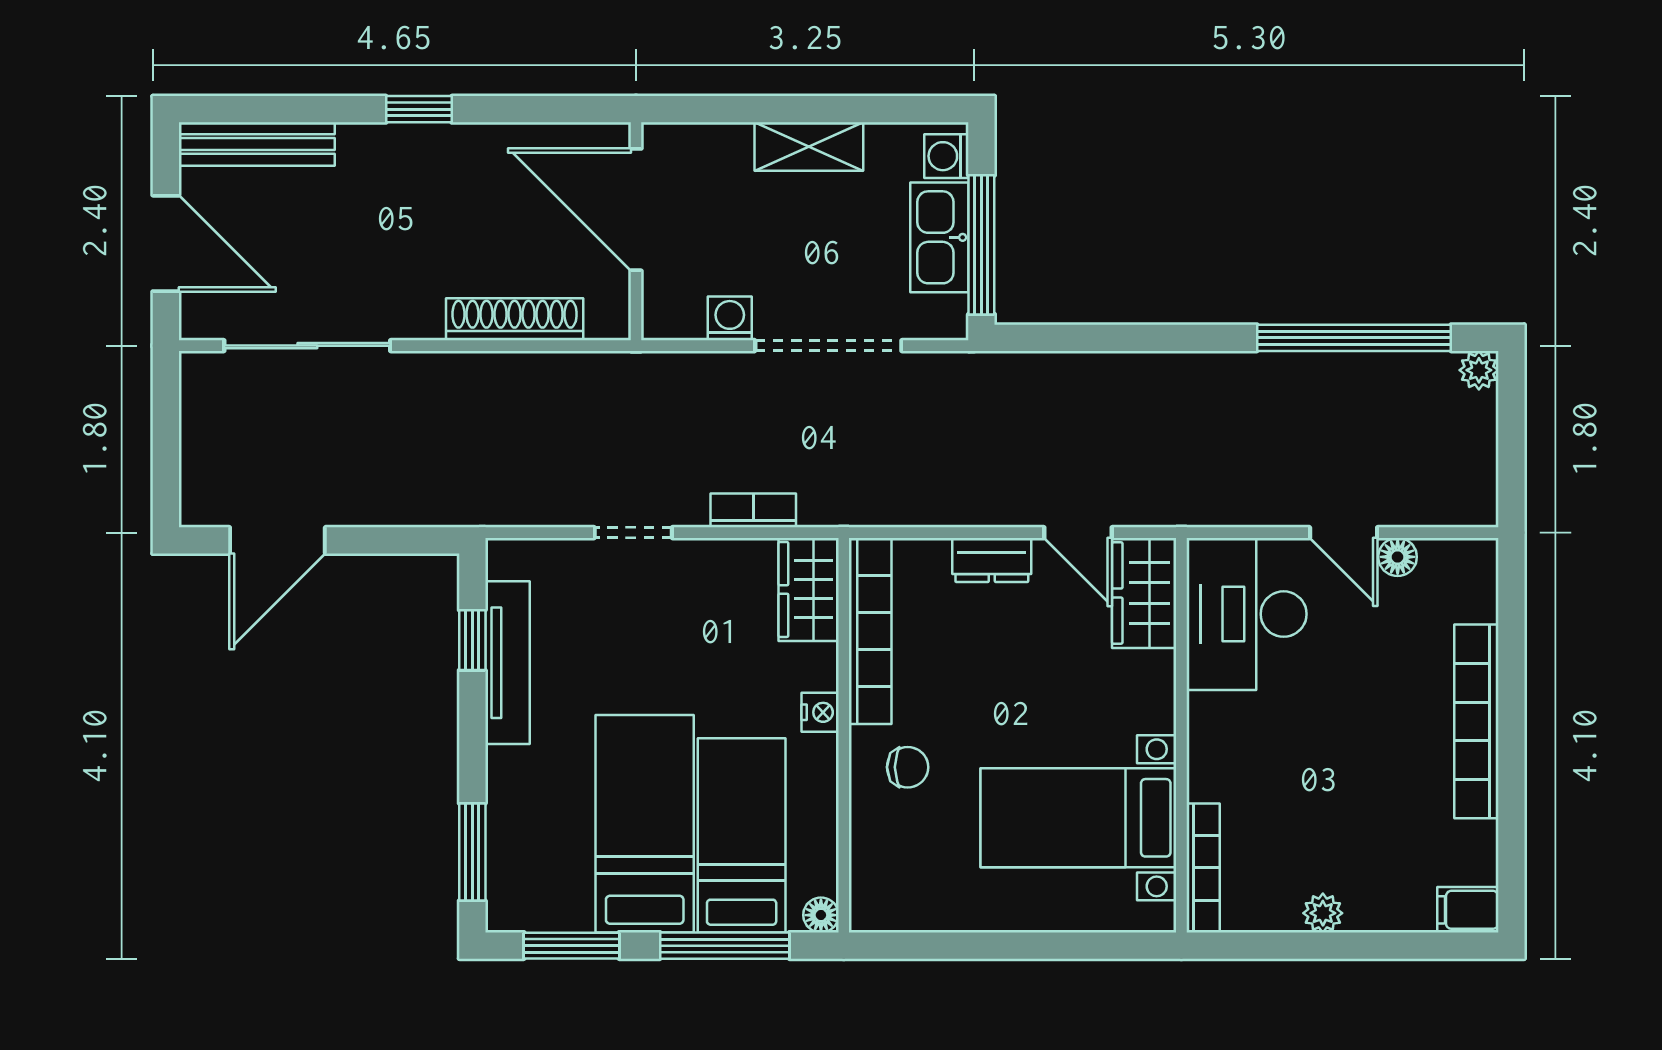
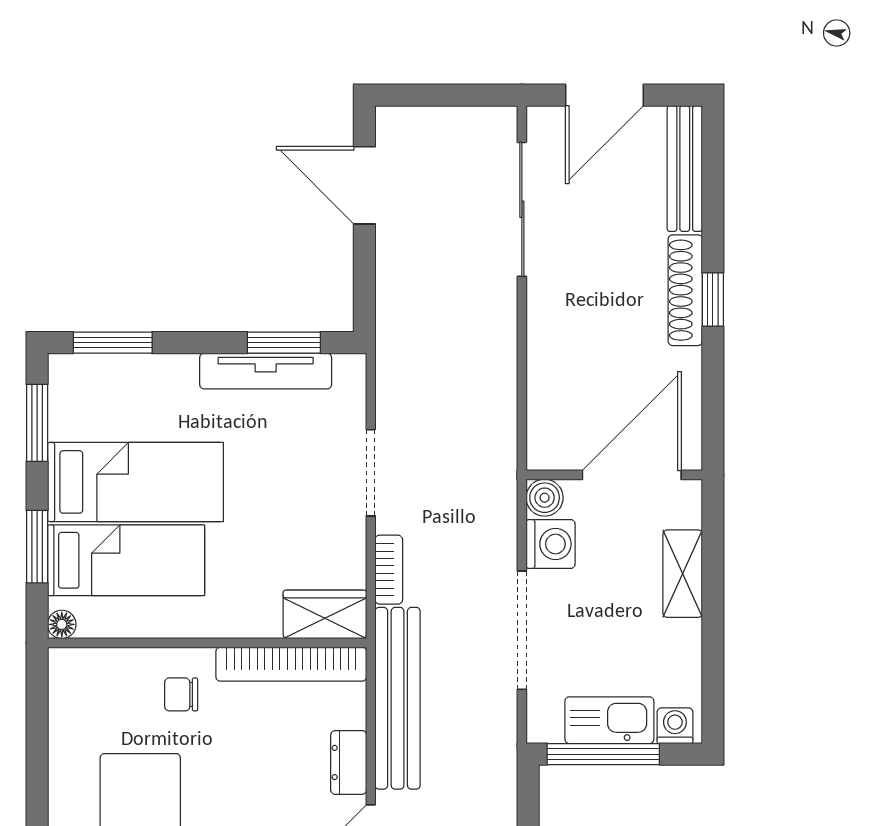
shelving: (809, 147) -> (683, 574), moved
boiler: (664, 317) -> (545, 498), added
washing machine: (730, 318) -> (551, 544), width x1.38, depth x1.38
shoe rack: (515, 319) -> (685, 290), moved, turned 180
bench: (912, 499) -> (398, 698), added
doorway: (633, 533) -> (371, 473), width x1.38
window: (472, 640) -> (284, 343), width x1.50
nightstand: (820, 712) -> (226, 624), removed
chair: (908, 767) -> (181, 694), turned 90
window: (725, 946) -> (37, 547), width x0.69

